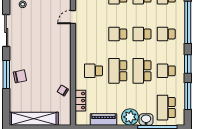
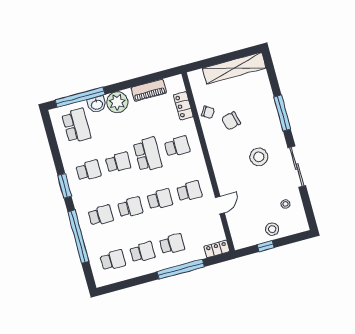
school desk: (93, 34) -> (189, 191), added
stool: (33, 46) -> (259, 157), added
school desk: (142, 71) -> (118, 162), width x0.54
chair: (20, 76) -> (231, 121), moved
window: (188, 96) -> (54, 147), removed

